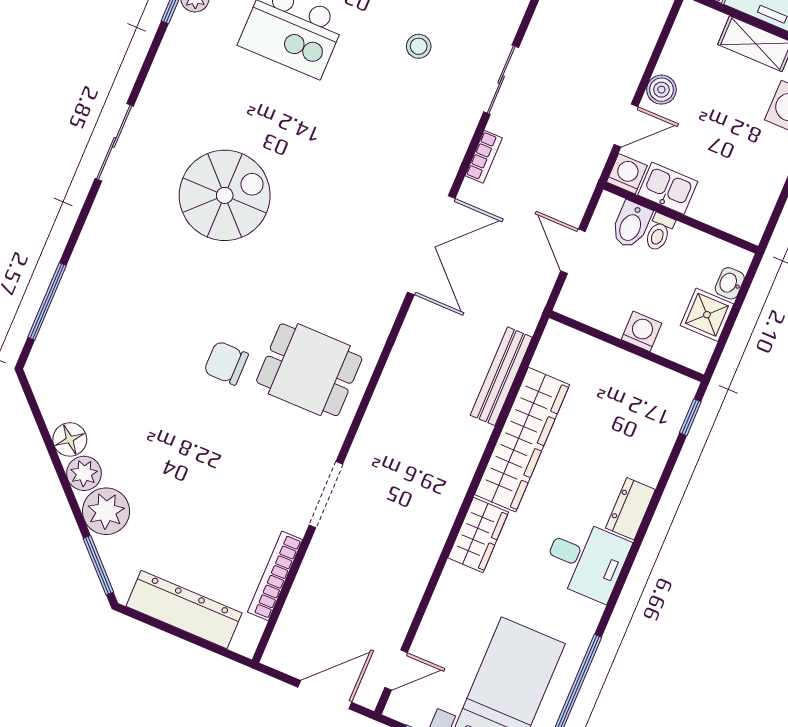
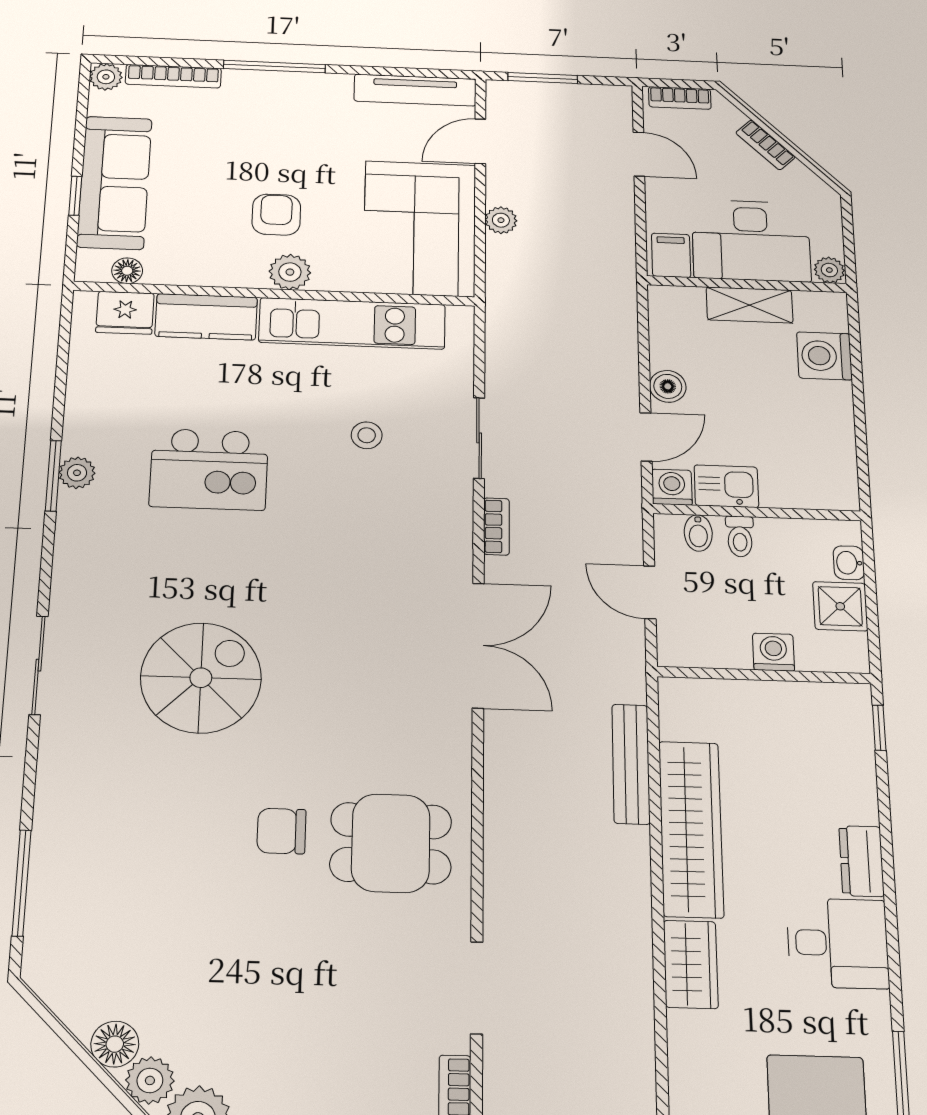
bidet: (631, 225) -> (698, 533), width x0.72, depth x0.74
chair: (226, 363) -> (281, 831), moved

